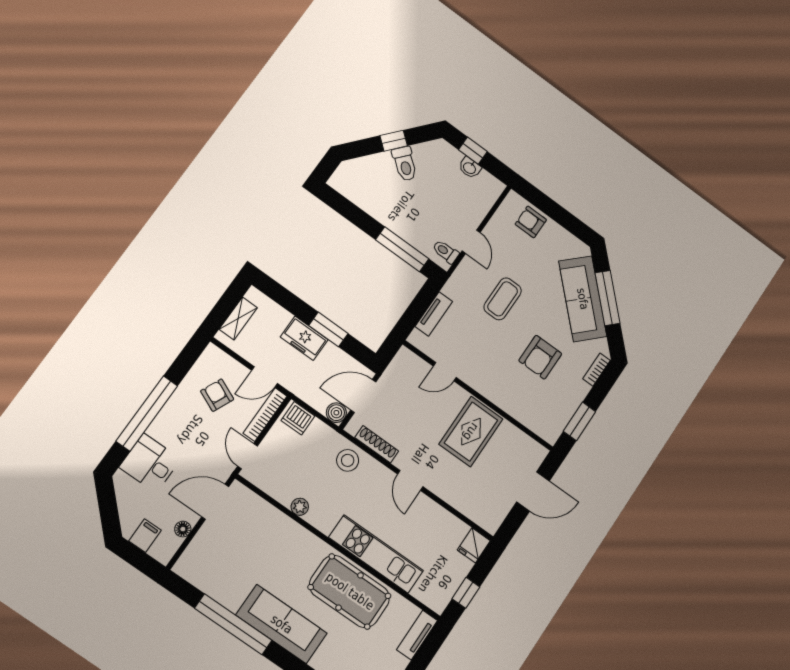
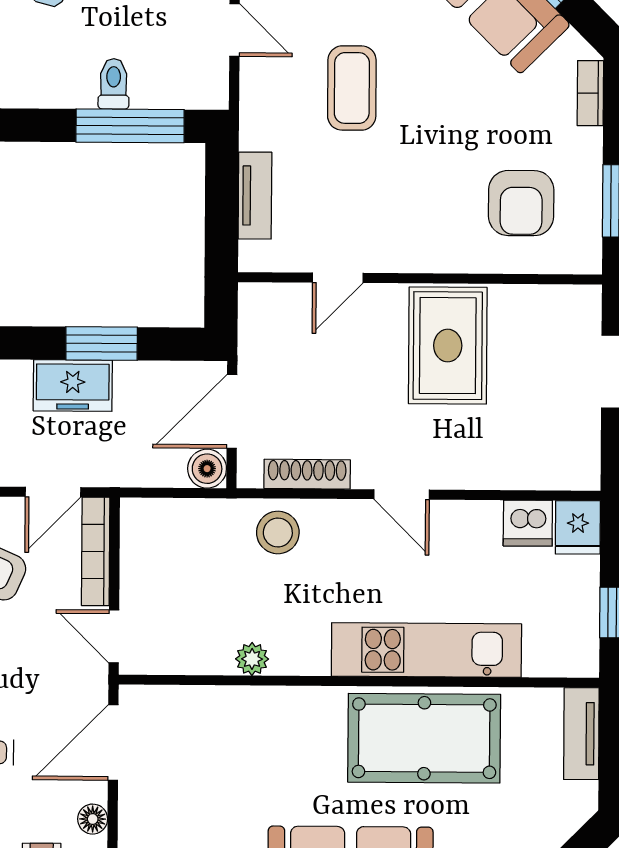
toilet: (446, 252) -> (114, 84), moved, turned 90
armchair: (540, 357) -> (521, 203), moved
dishwasher: (298, 418) -> (528, 523), moved

